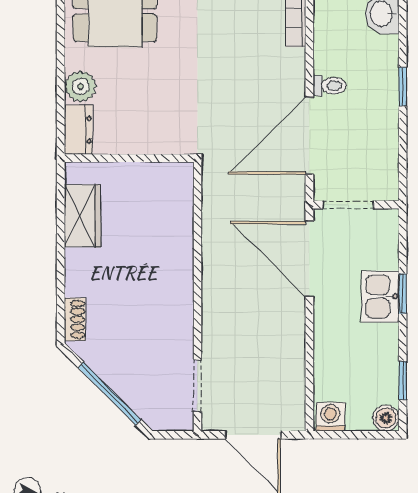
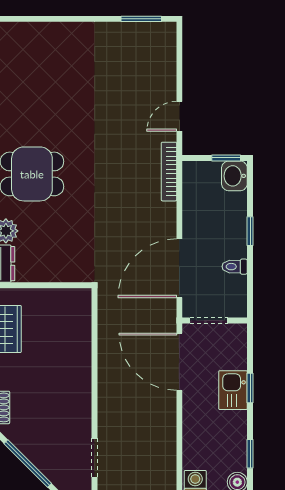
toilet: (330, 86) -> (235, 267), moved, turned 180

